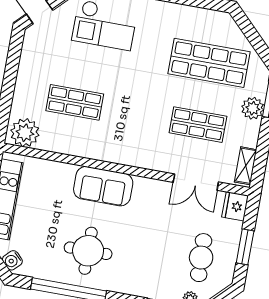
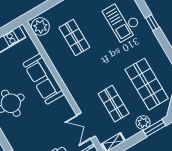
sofa: (103, 186) -> (44, 79), width x1.36

